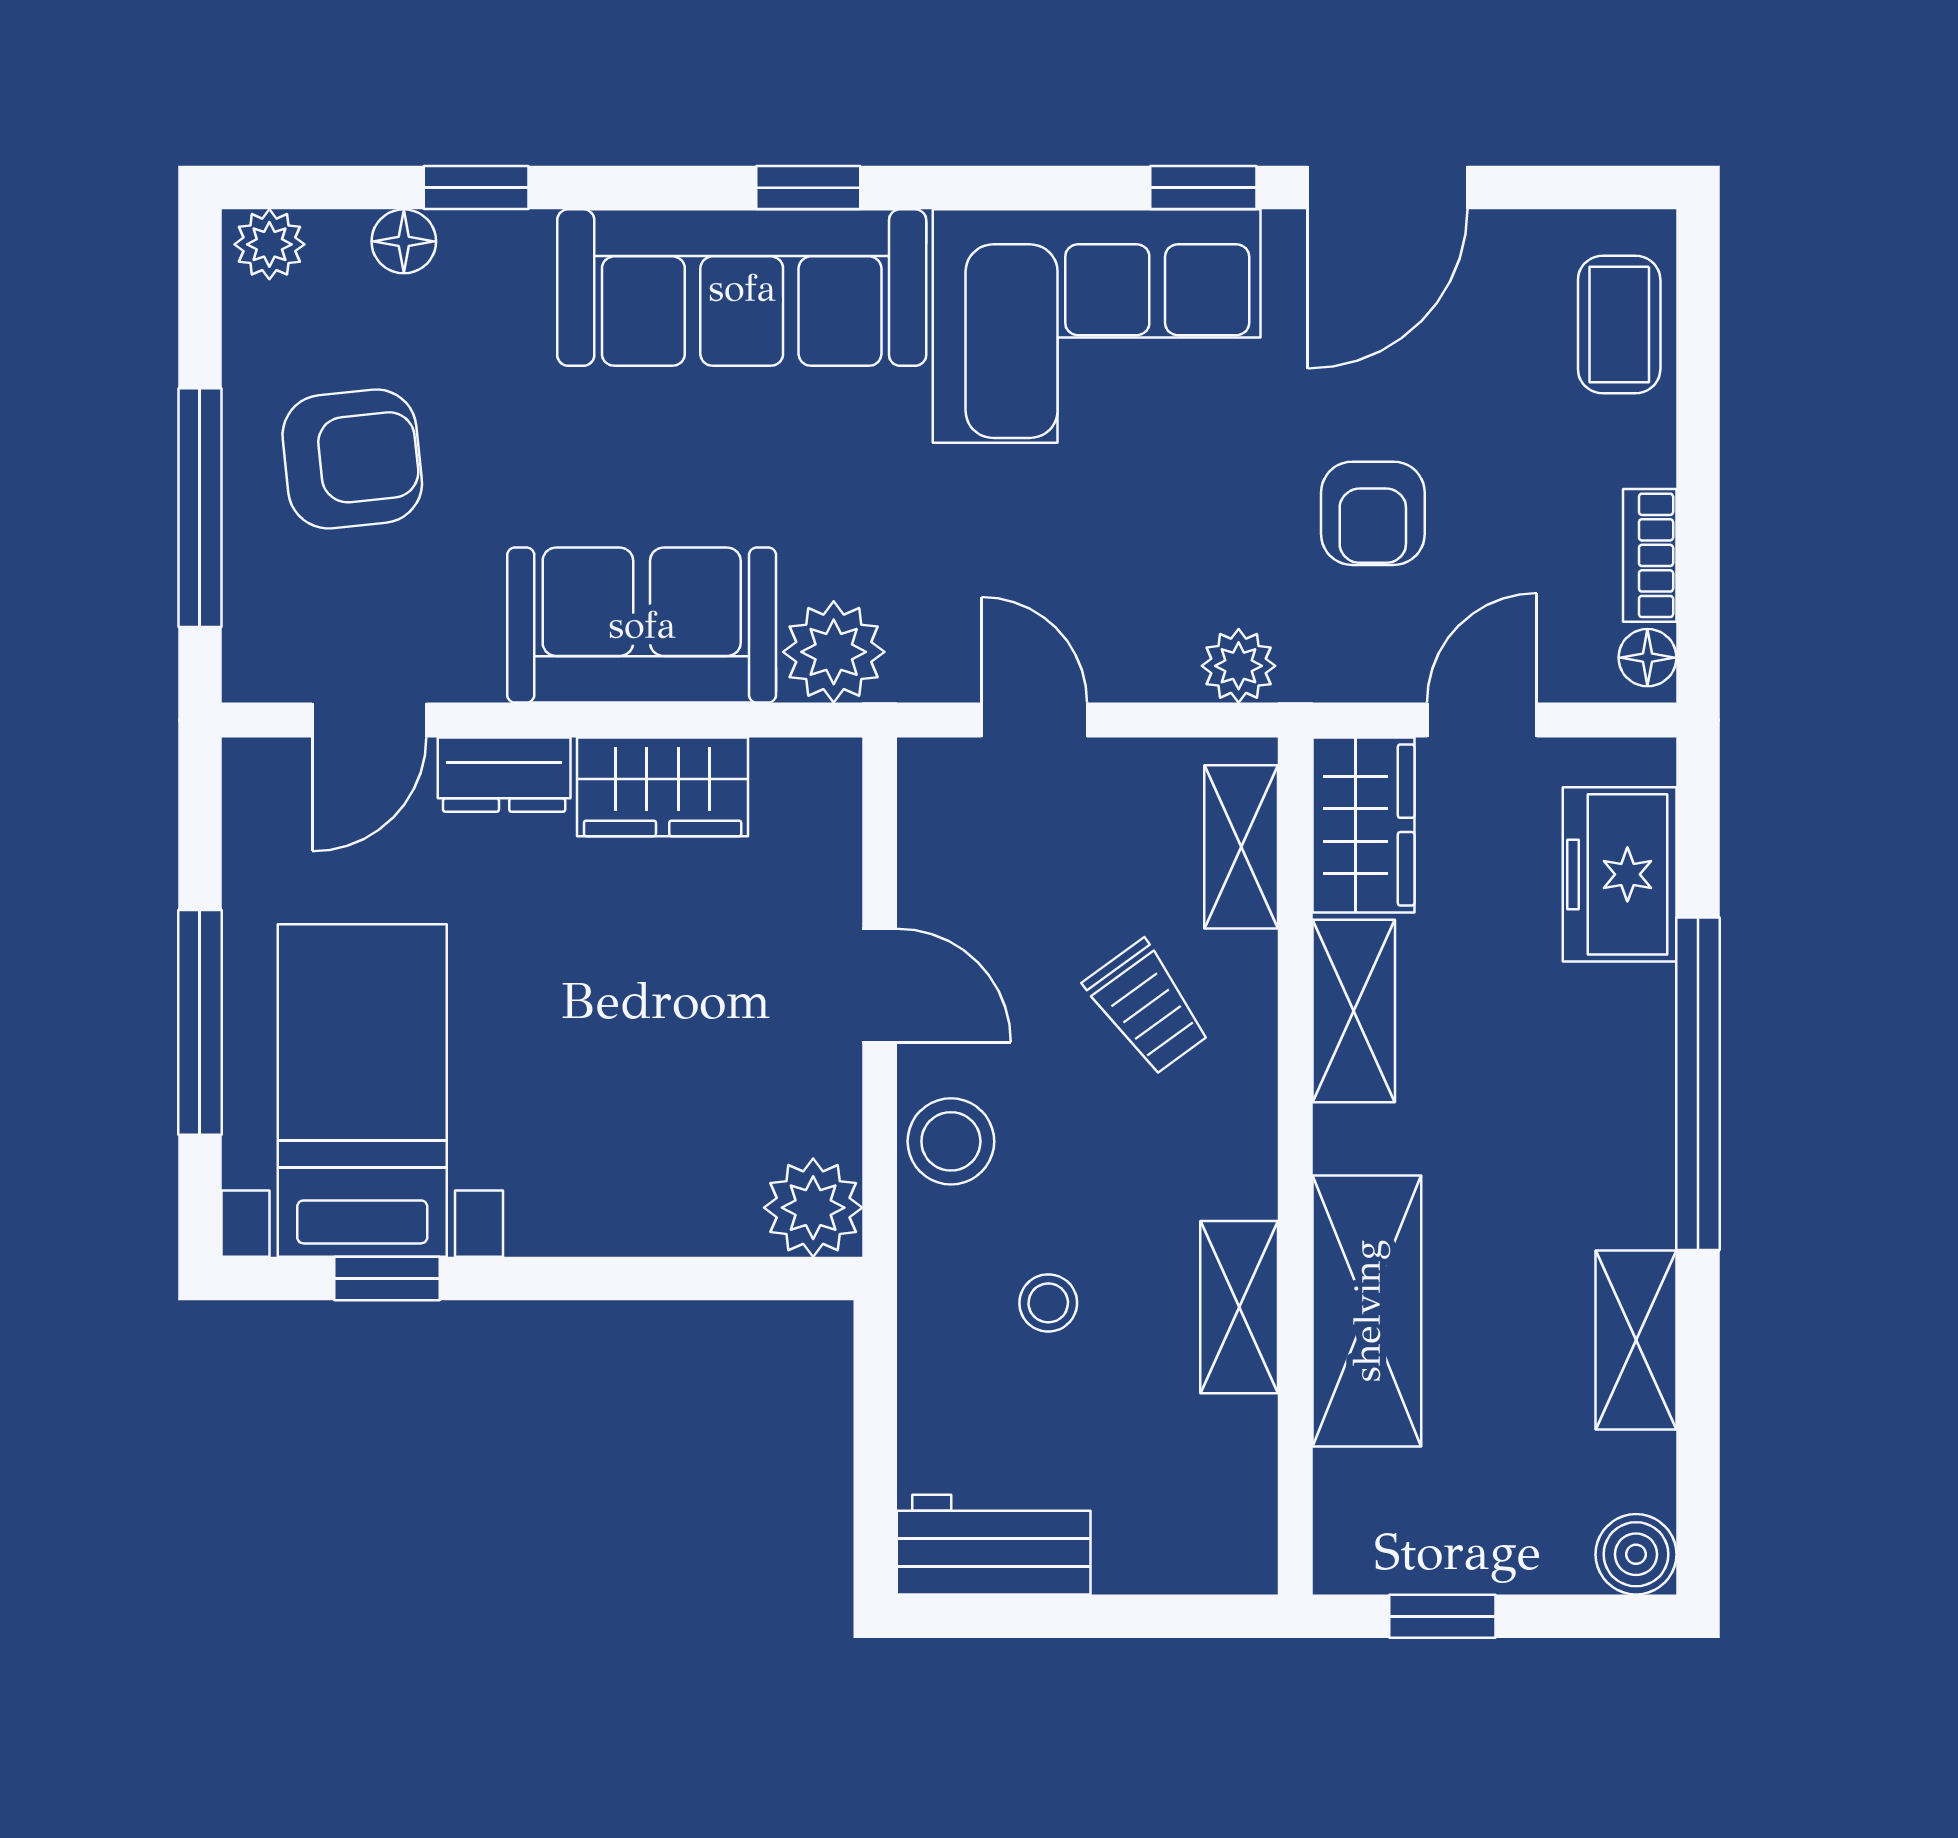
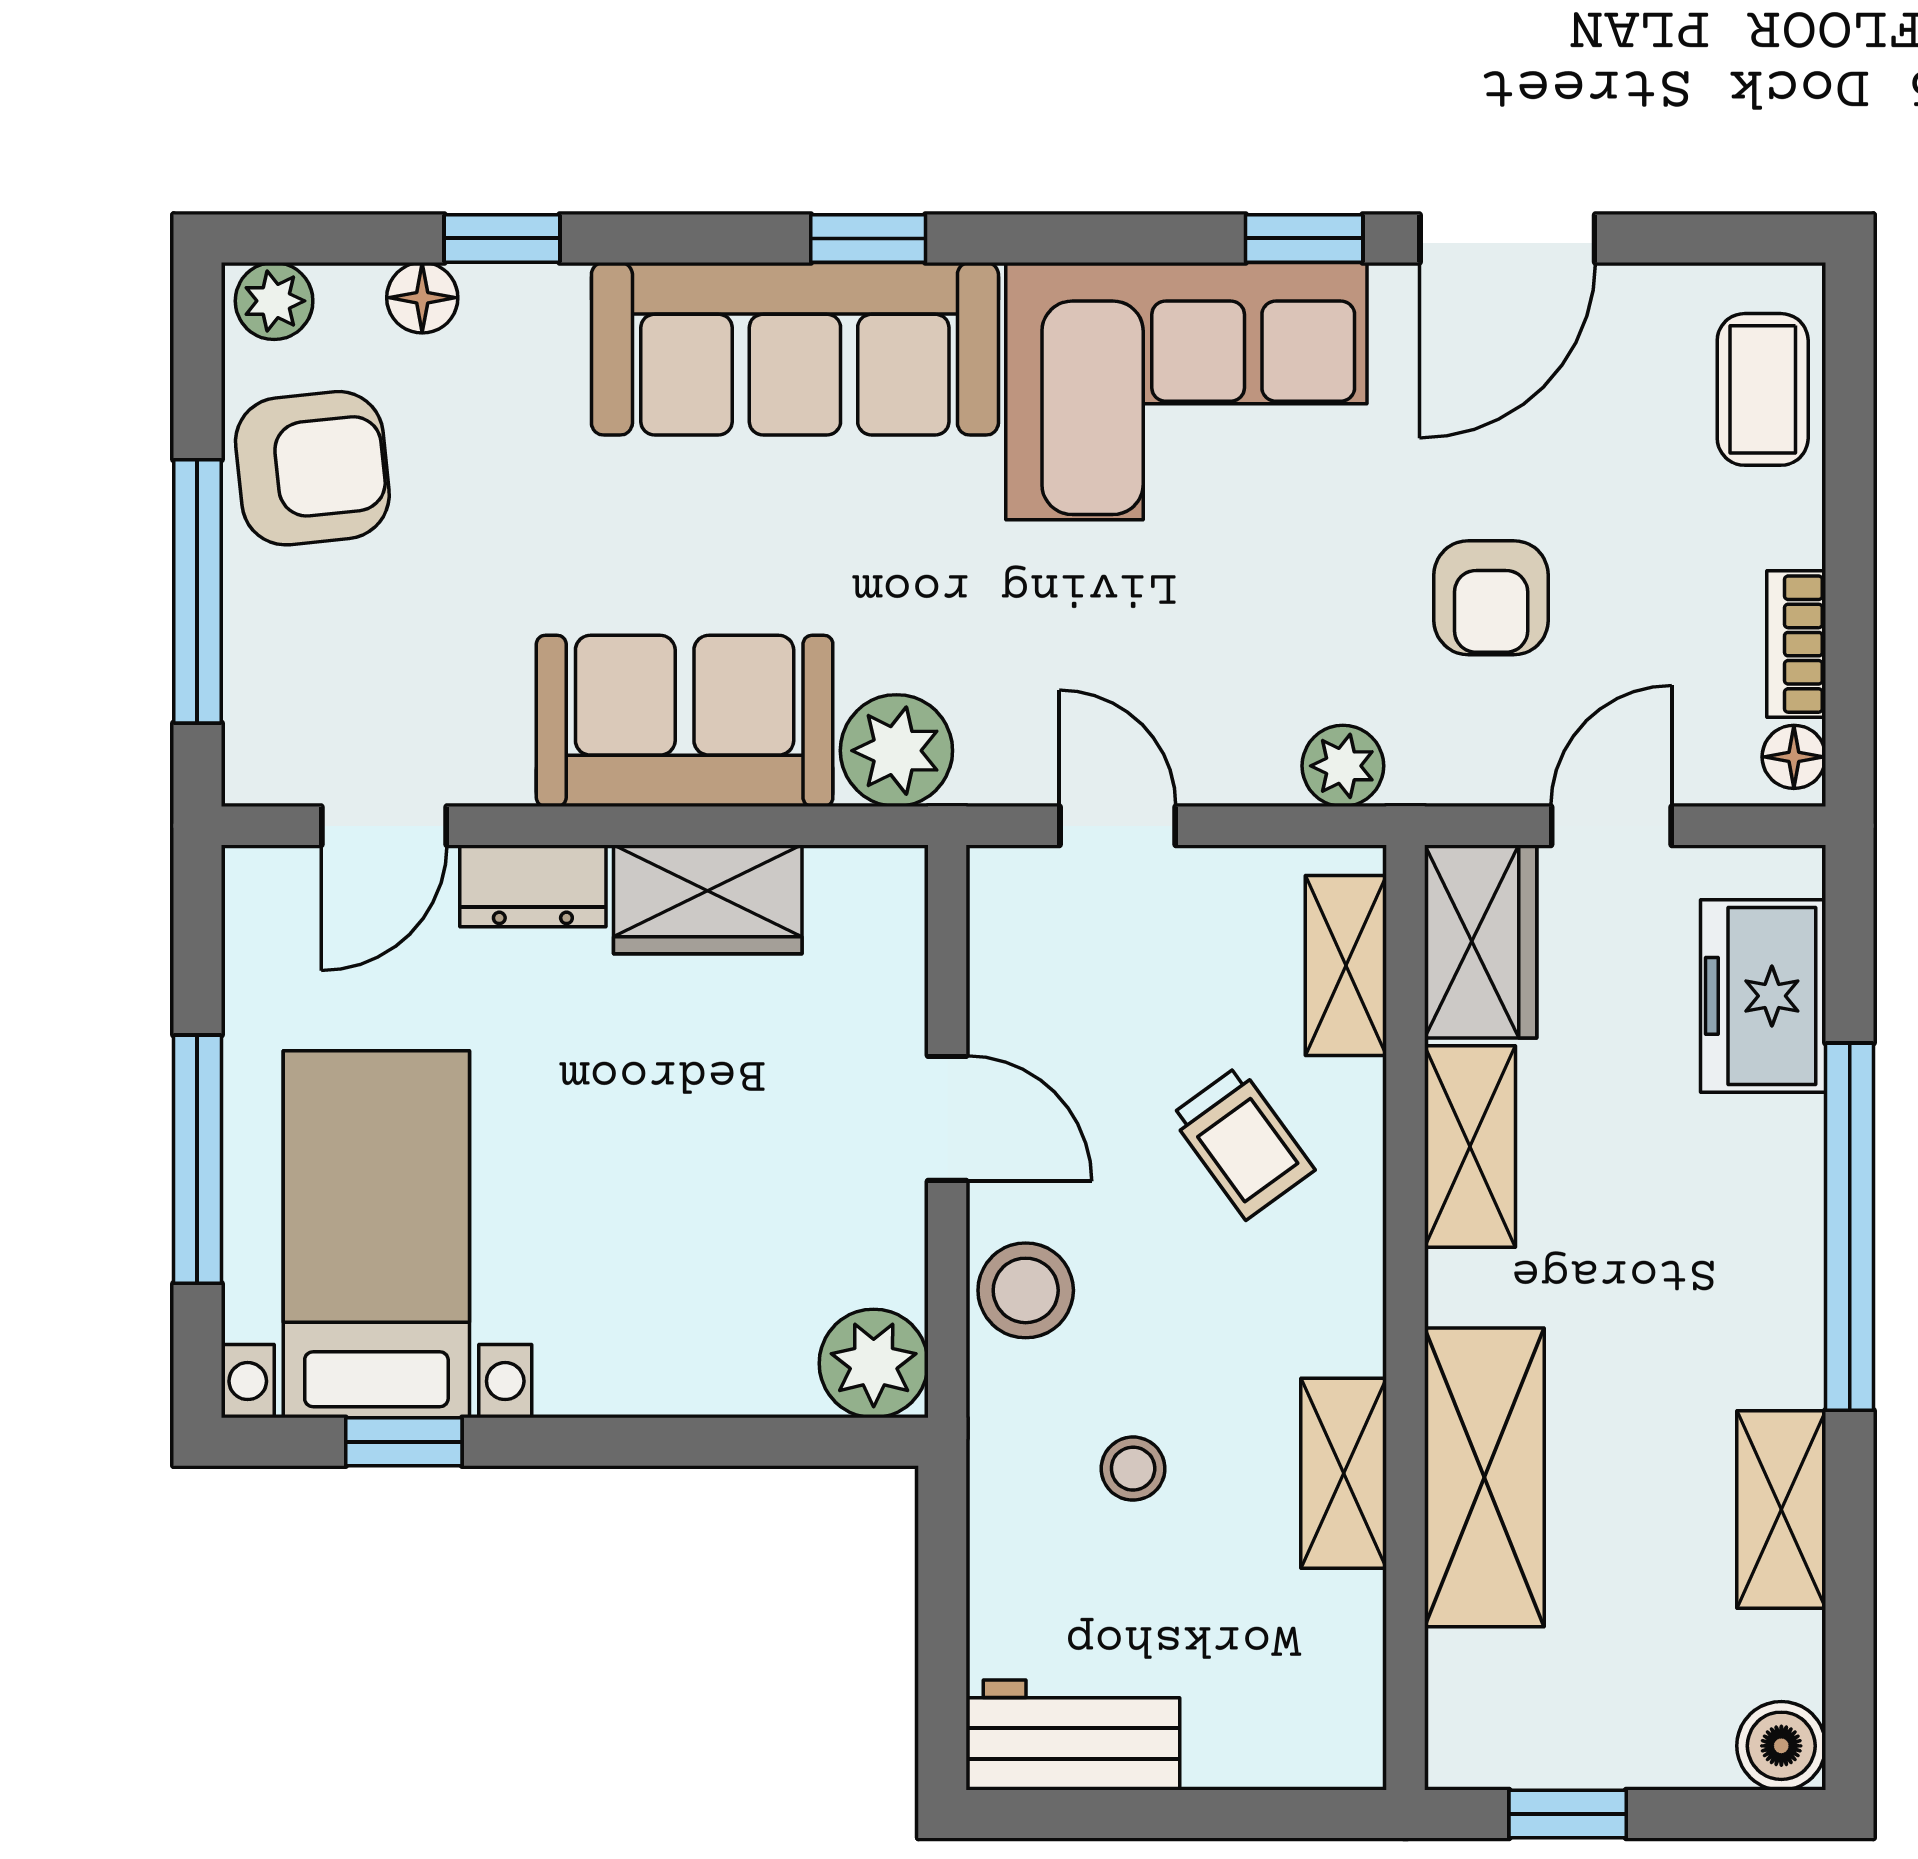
armchair: (352, 459) -> (312, 468), moved

